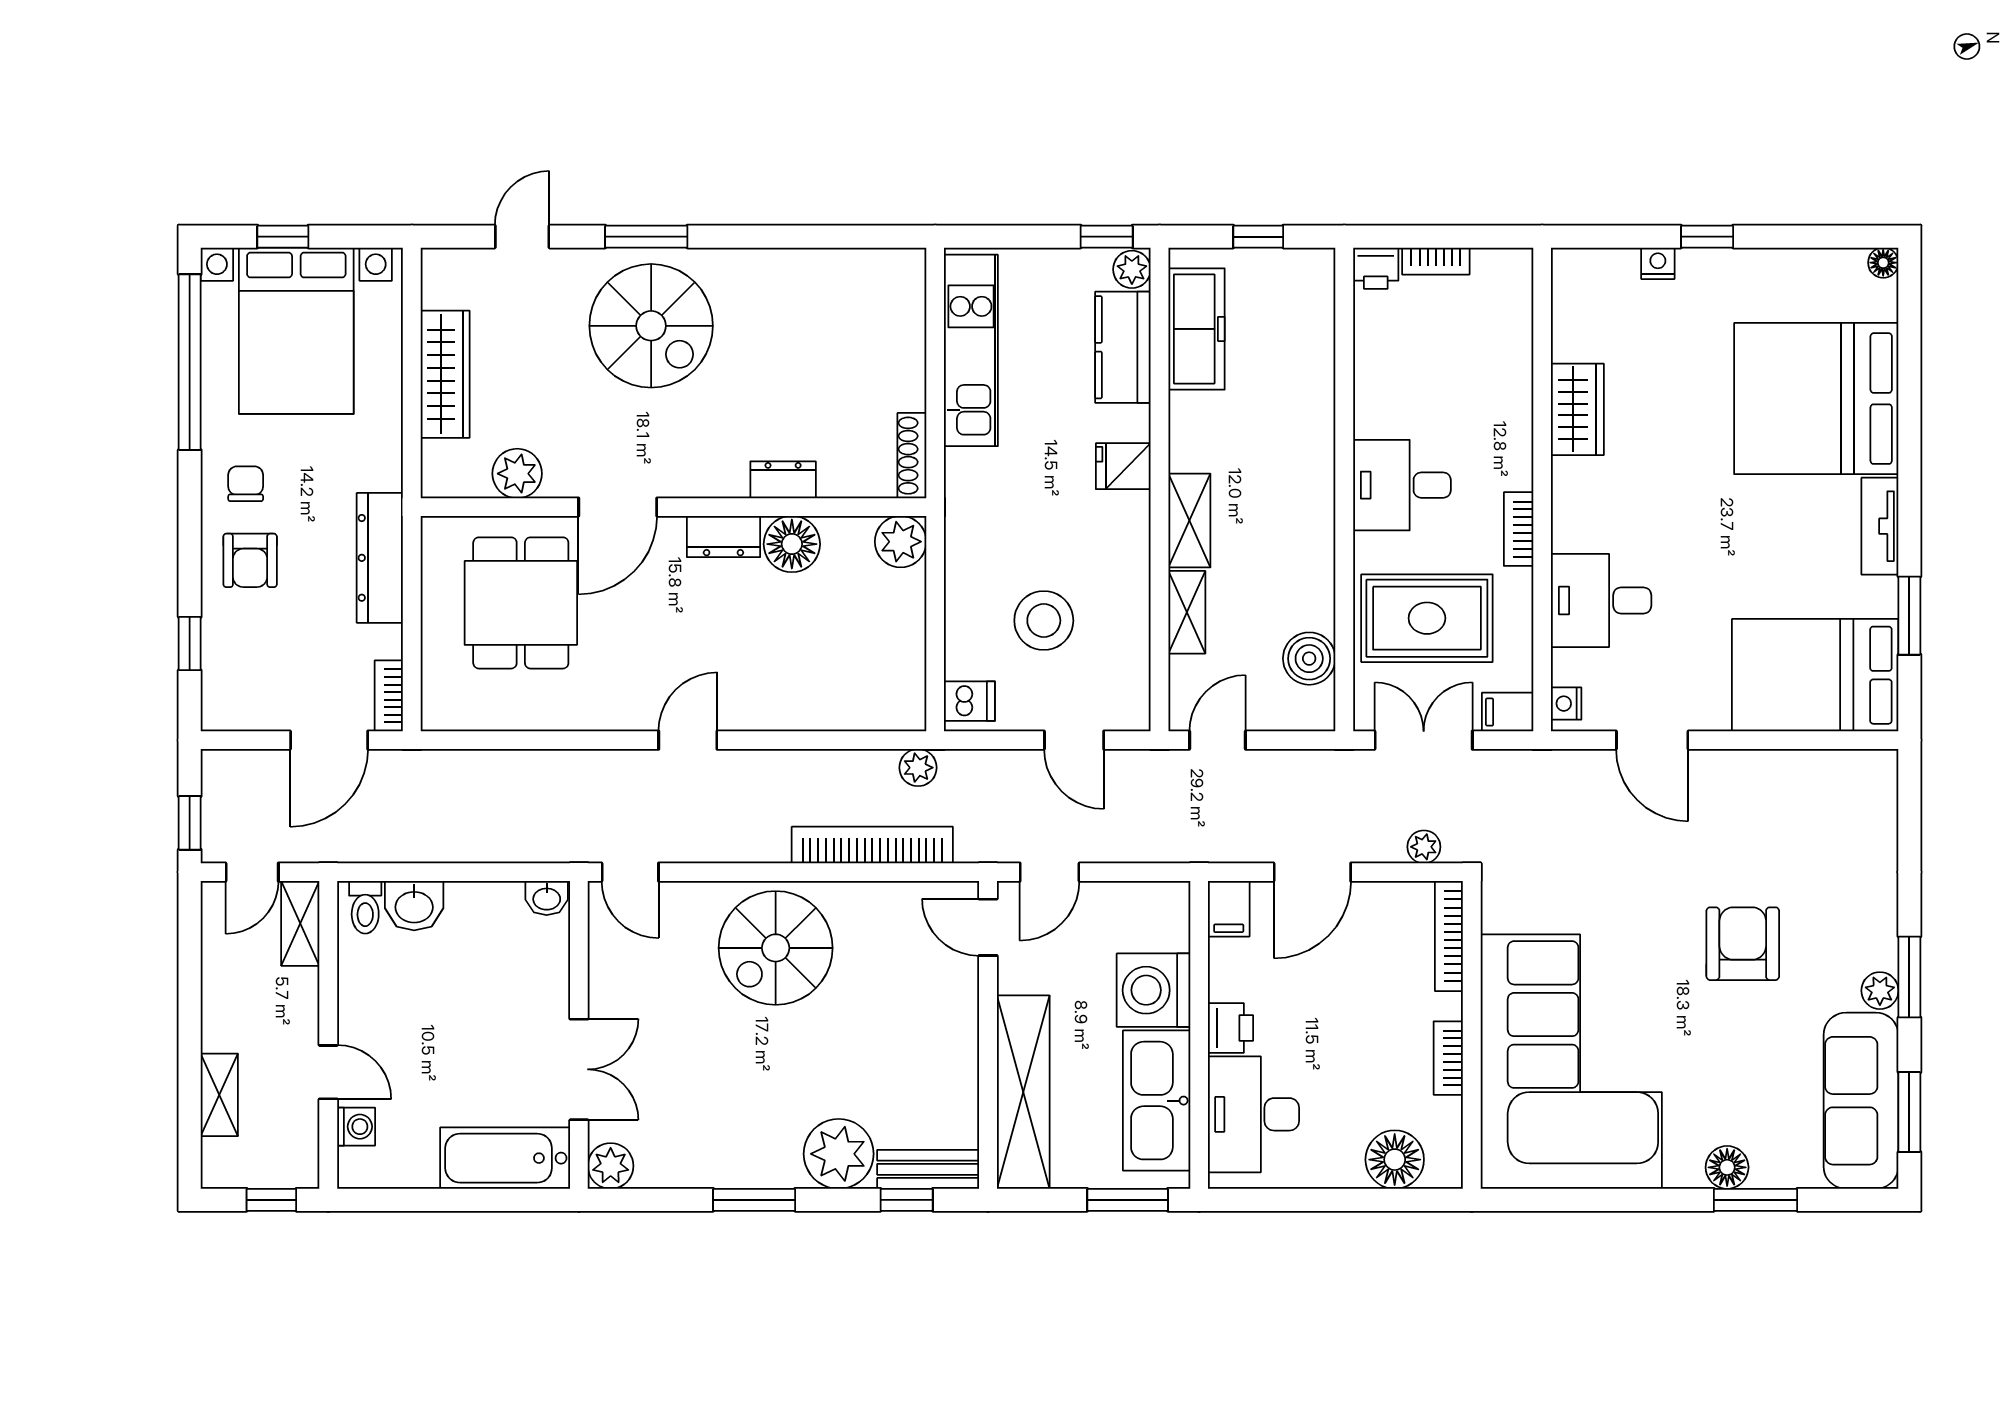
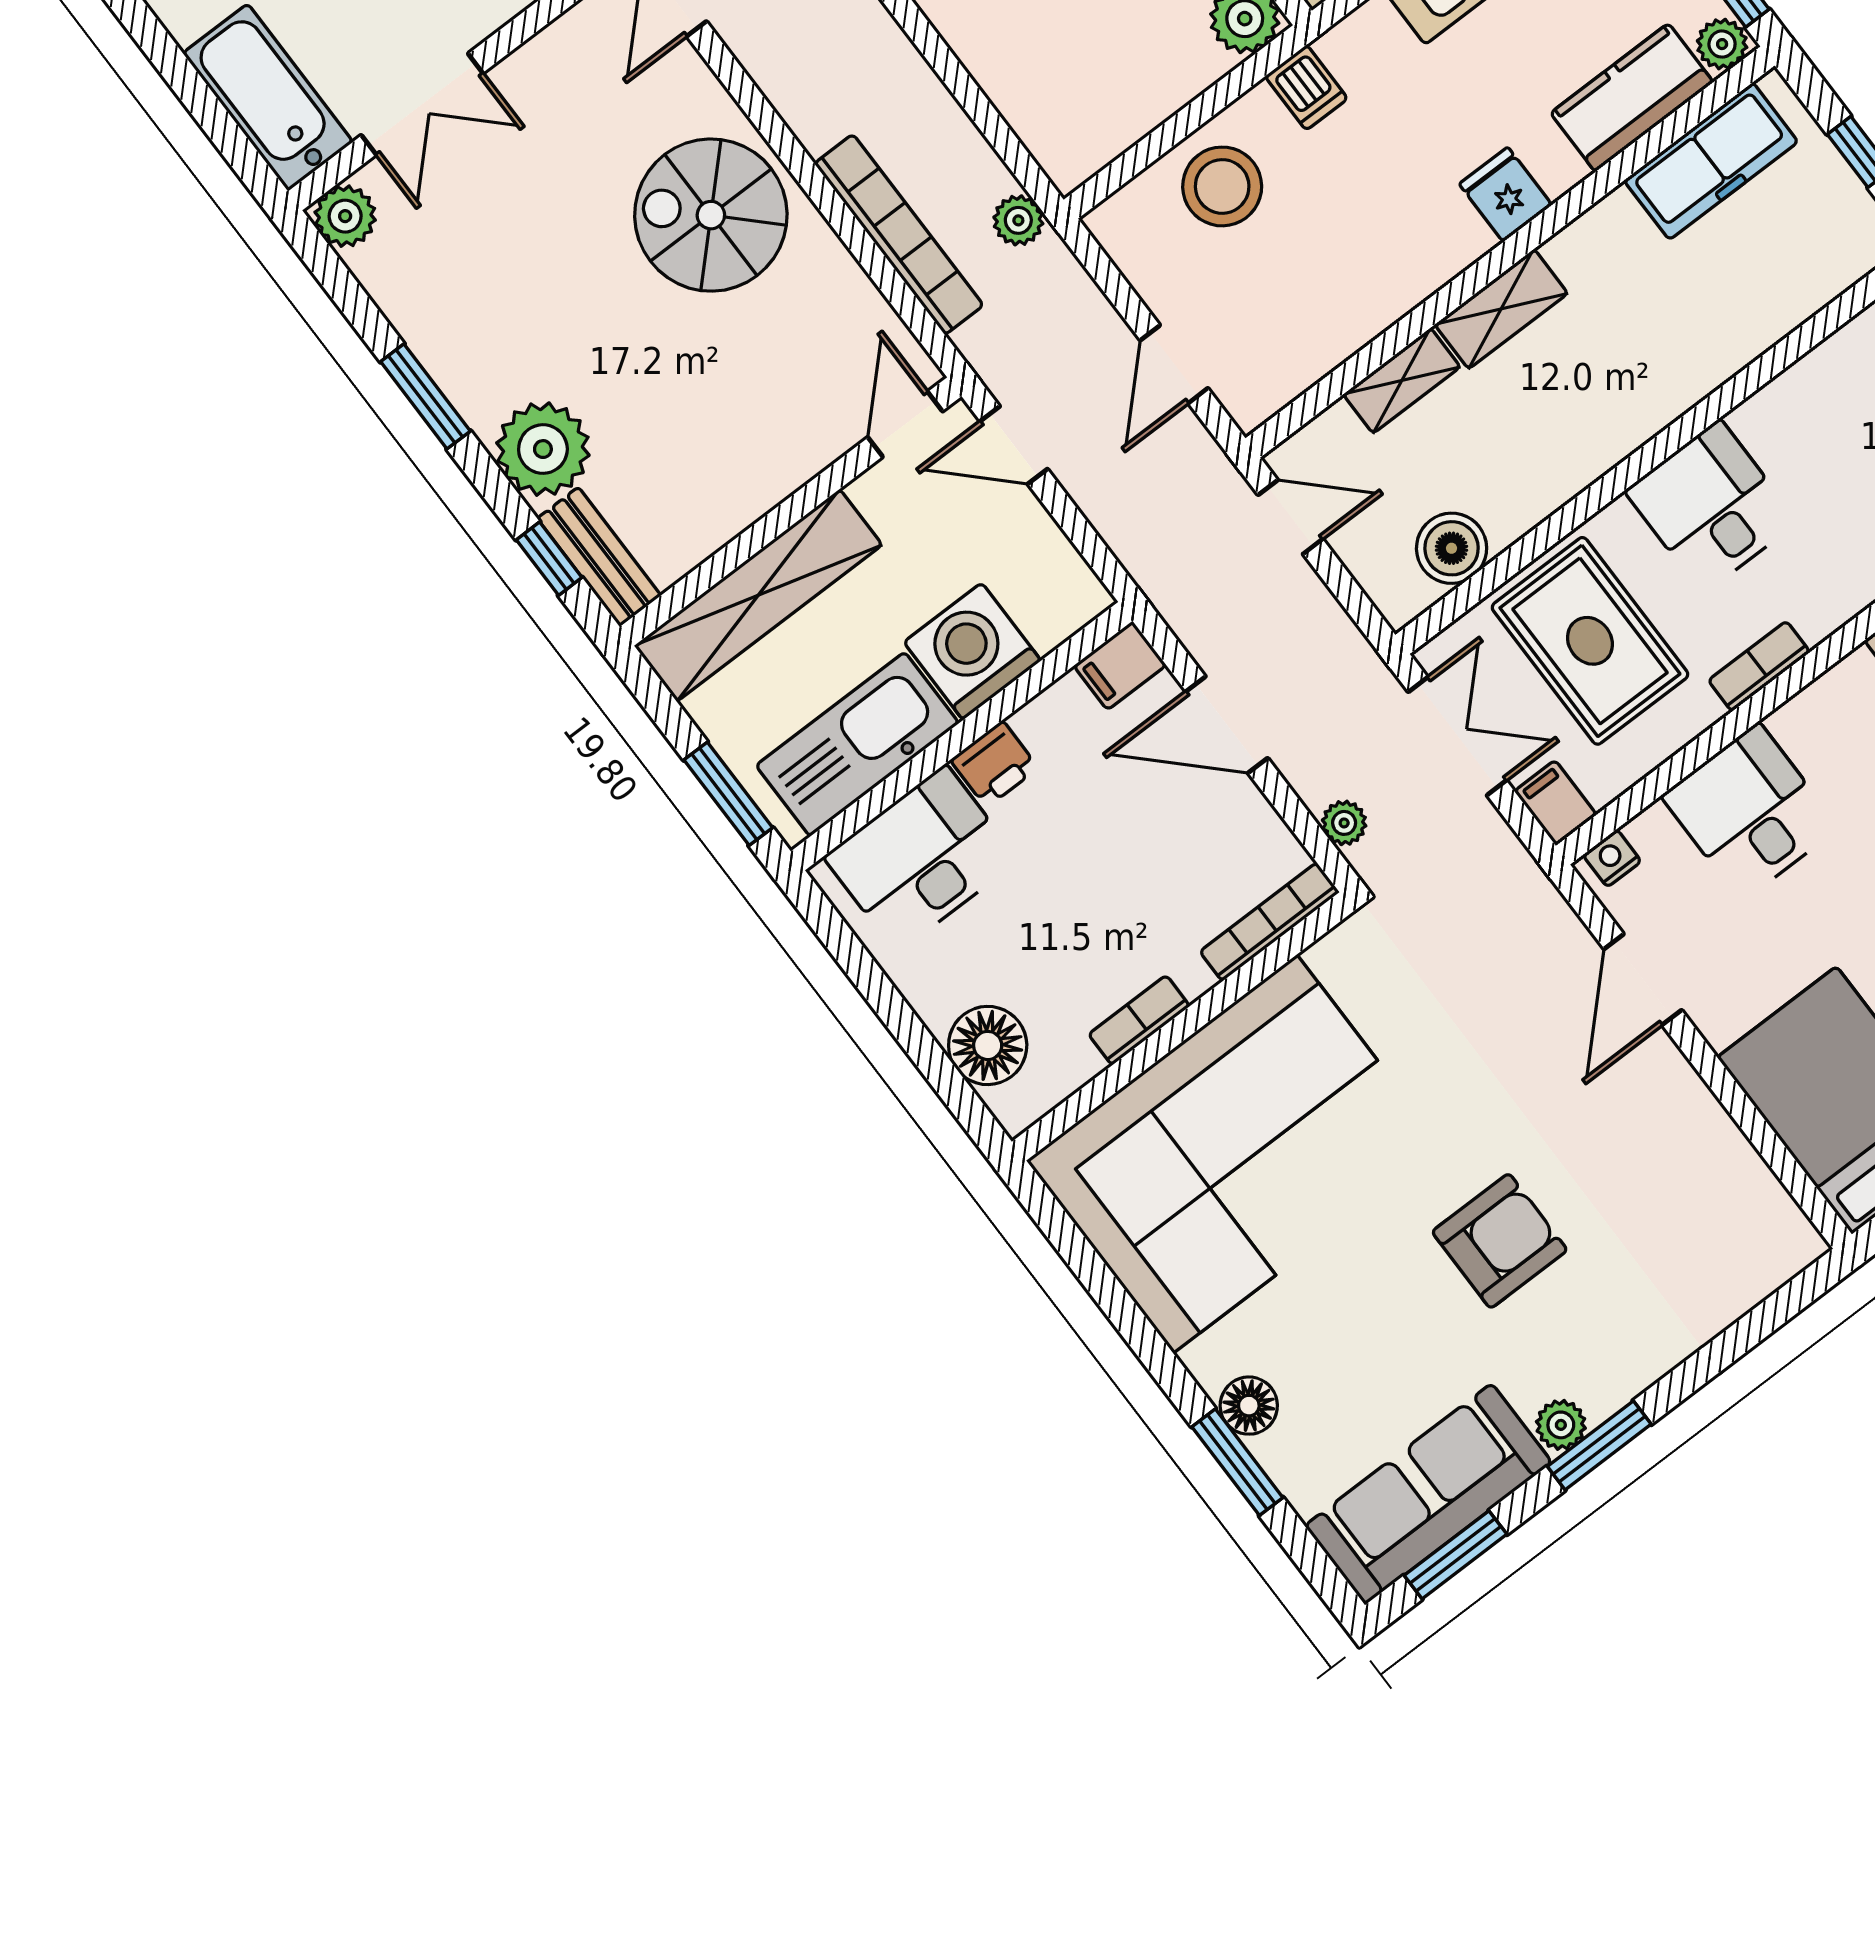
stool: (1044, 621) -> (1222, 186), moved
dishwasher: (969, 701) -> (1306, 88), moved

